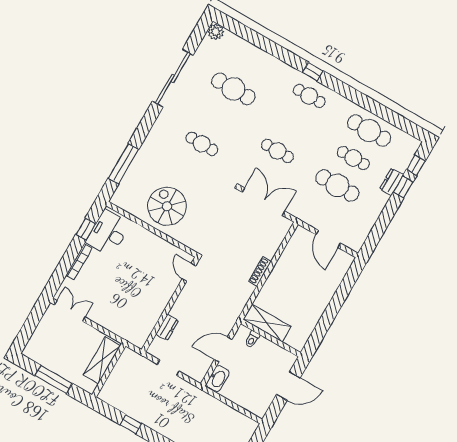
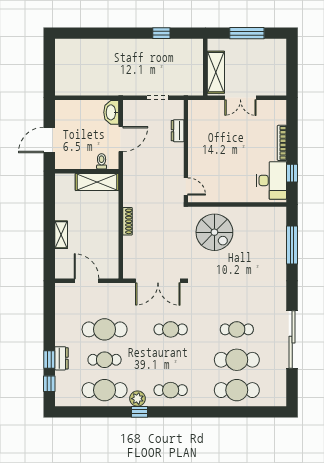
plant: (216, 32) -> (138, 399), moved
cafe table: (249, 61) -> (237, 390), added
window: (313, 72) -> (139, 412), moved
cafe table: (202, 144) -> (237, 329), moved
spiral stairs: (167, 206) -> (214, 232), moved
shelving: (327, 294) -> (61, 235), added
double door: (70, 311) -> (240, 98), moved

